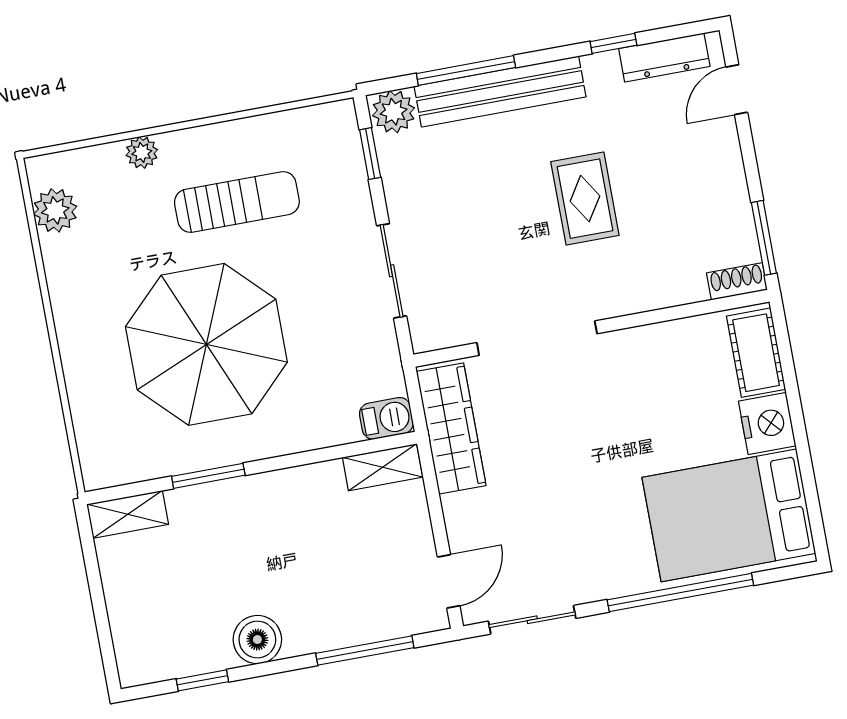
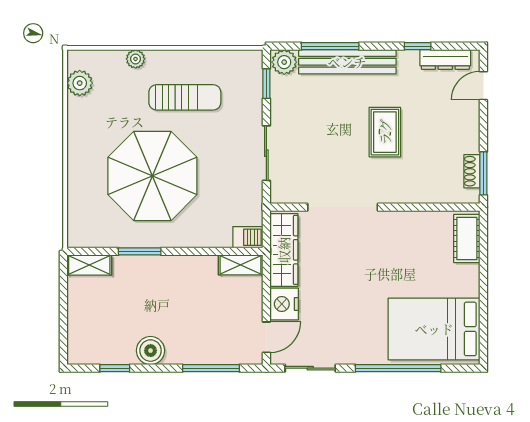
shoe rack: (737, 281) -> (472, 171), moved, turned -90
nightstand: (767, 424) -> (284, 304), moved, turned 180

